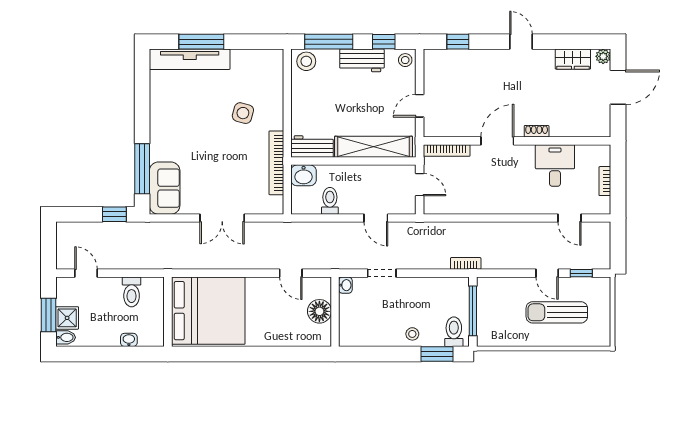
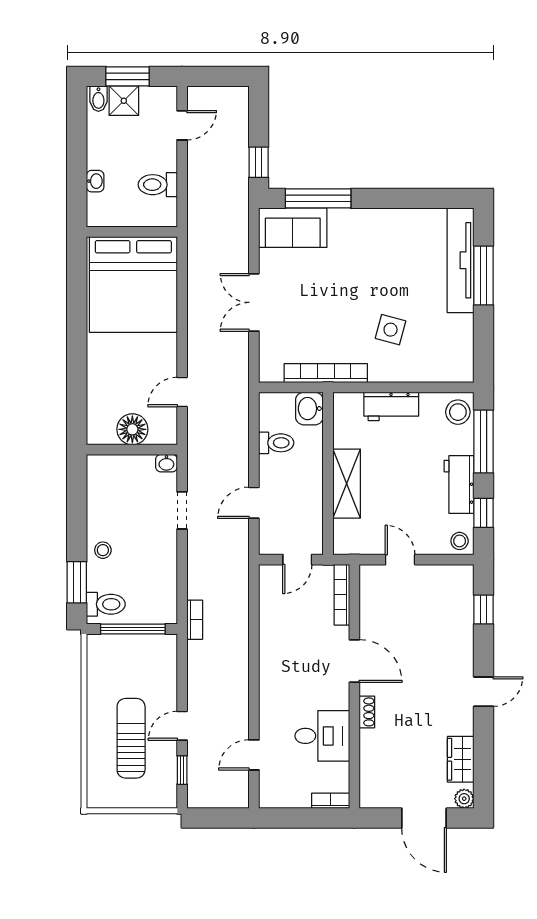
workbench: (312, 146) -> (391, 406), moved, turned 90
shelving: (373, 147) -> (347, 484), width x0.68
bookcase: (605, 181) -> (331, 801), moved

